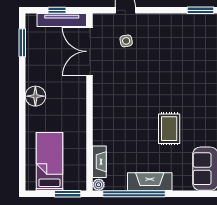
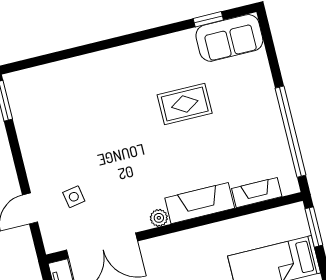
fireplace: (150, 182) -> (200, 203), moved, turned 90
plant: (99, 185) -> (159, 218), moved

